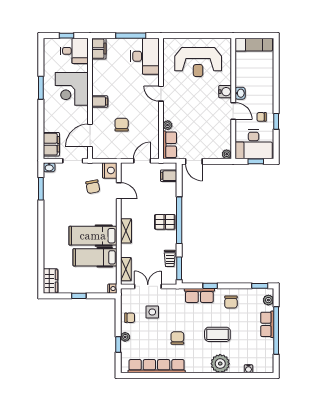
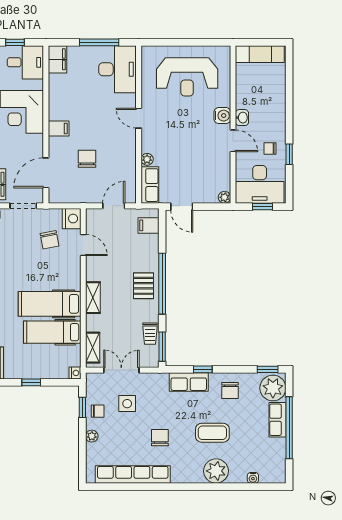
pallet: (165, 222) -> (144, 286), turned 90
plant: (268, 300) -> (273, 388), width x1.87, depth x1.87
window: (118, 345) -> (82, 407), moved

